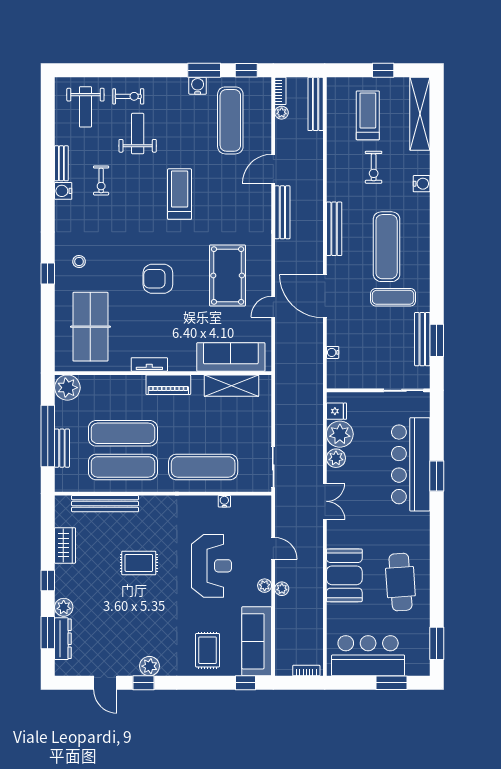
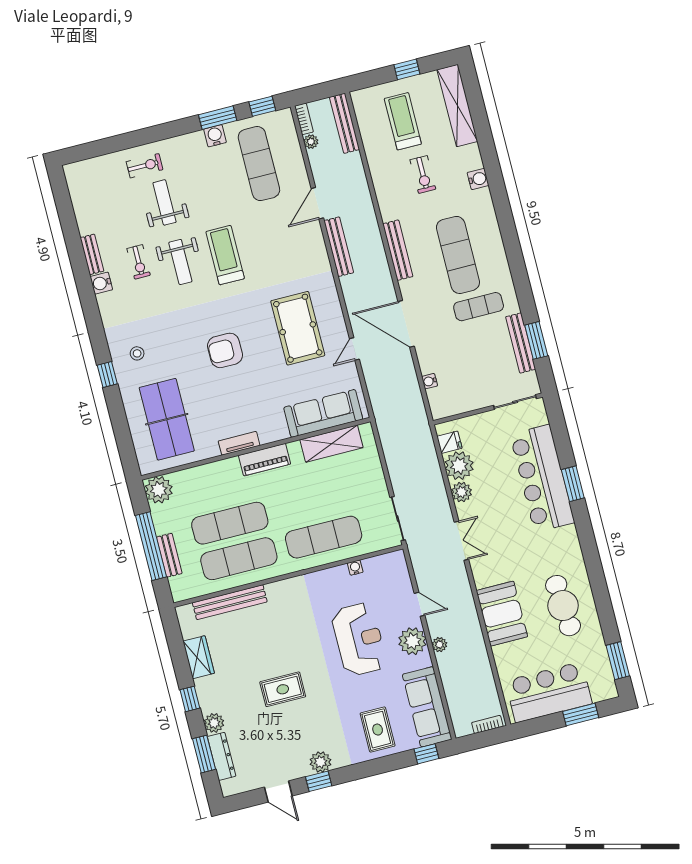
weight bench: (85, 107) -> (180, 262), moved
rug: (139, 563) -> (283, 689), moved
plant: (265, 586) -> (412, 641), width x1.87, depth x1.87

